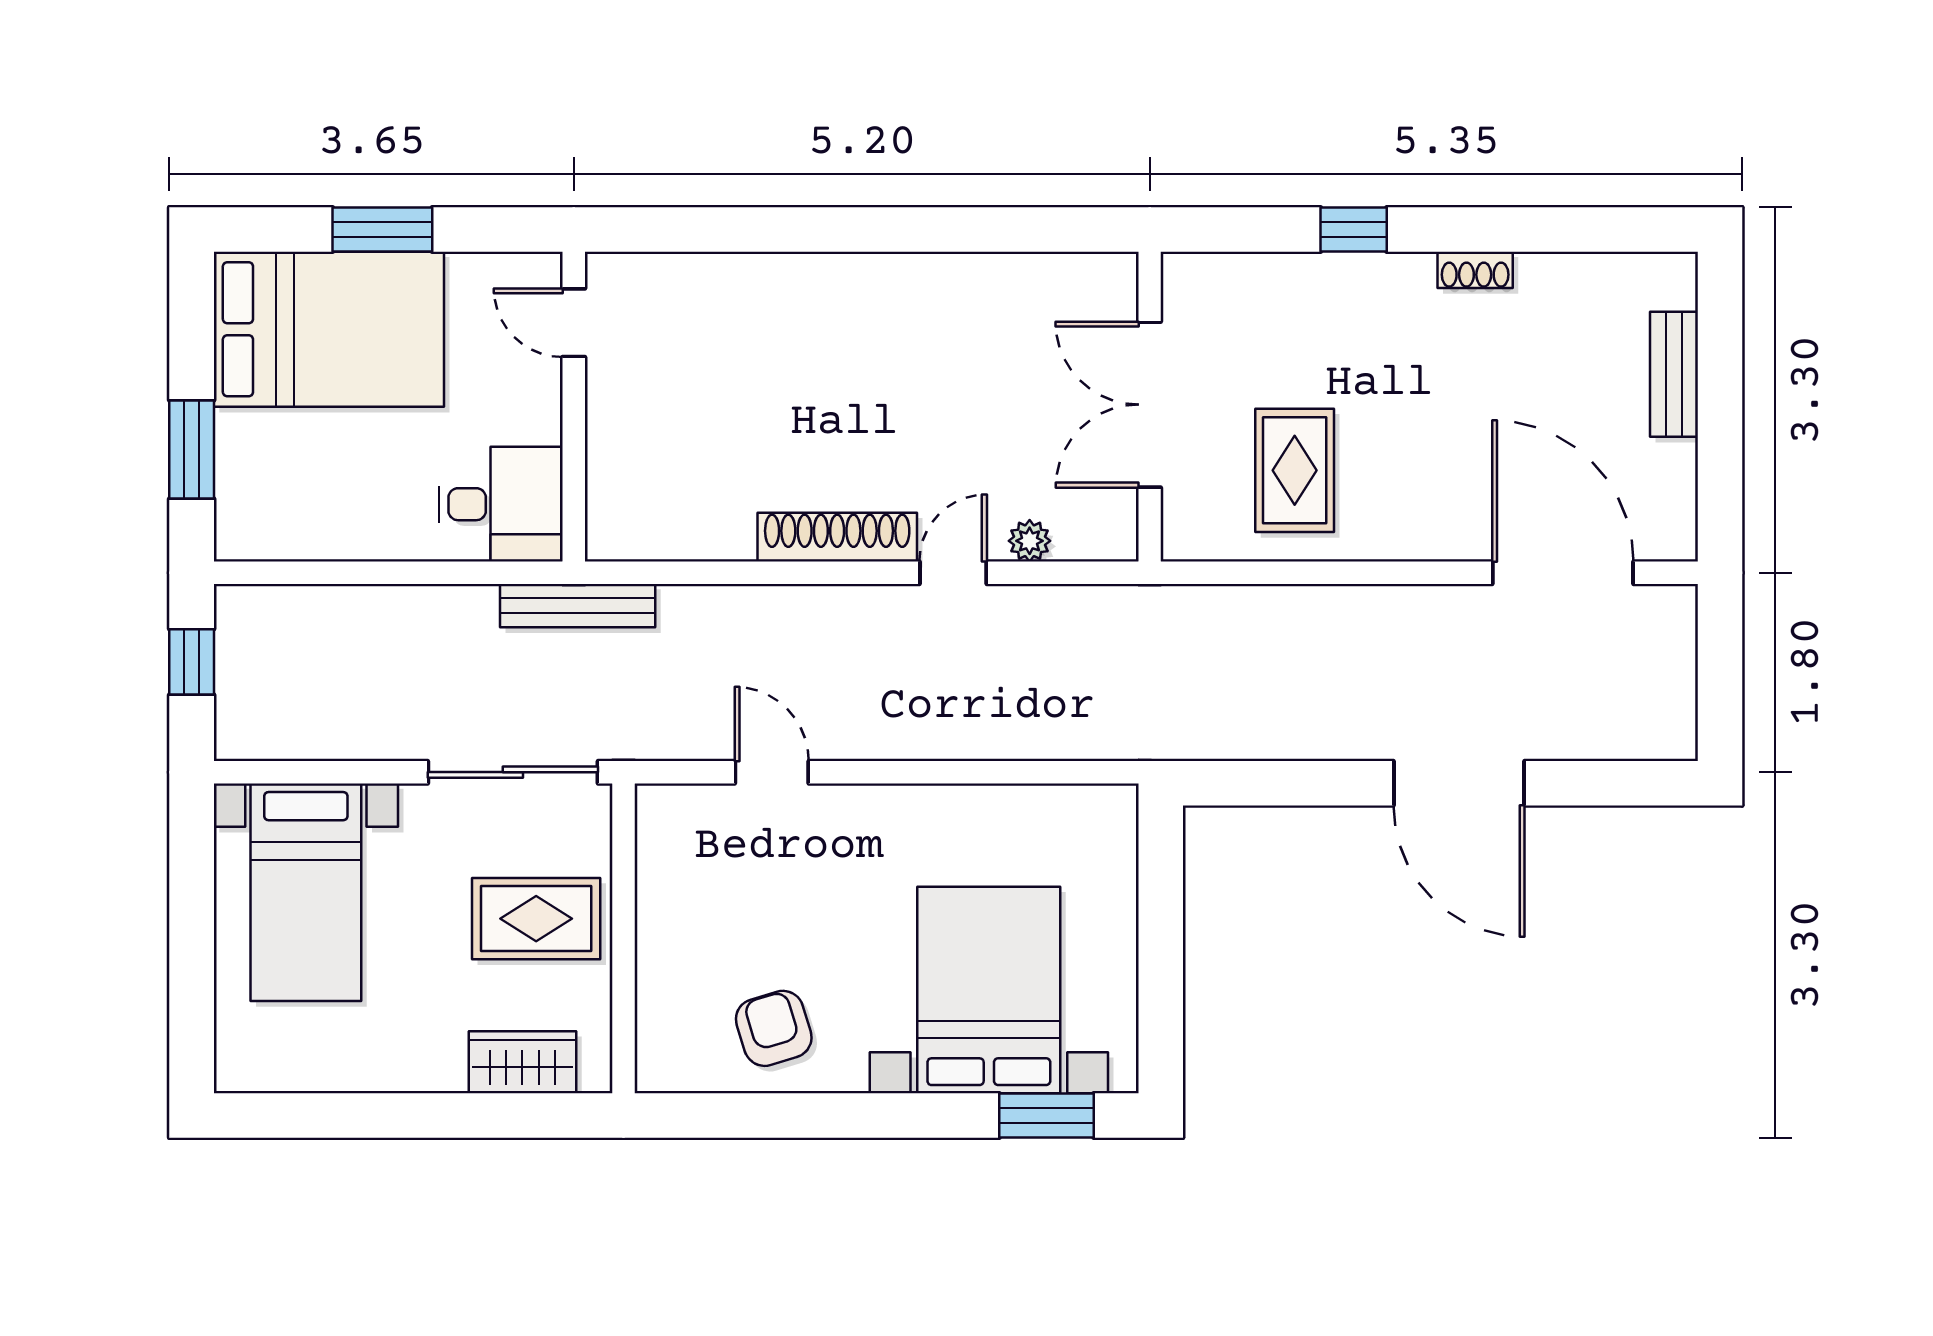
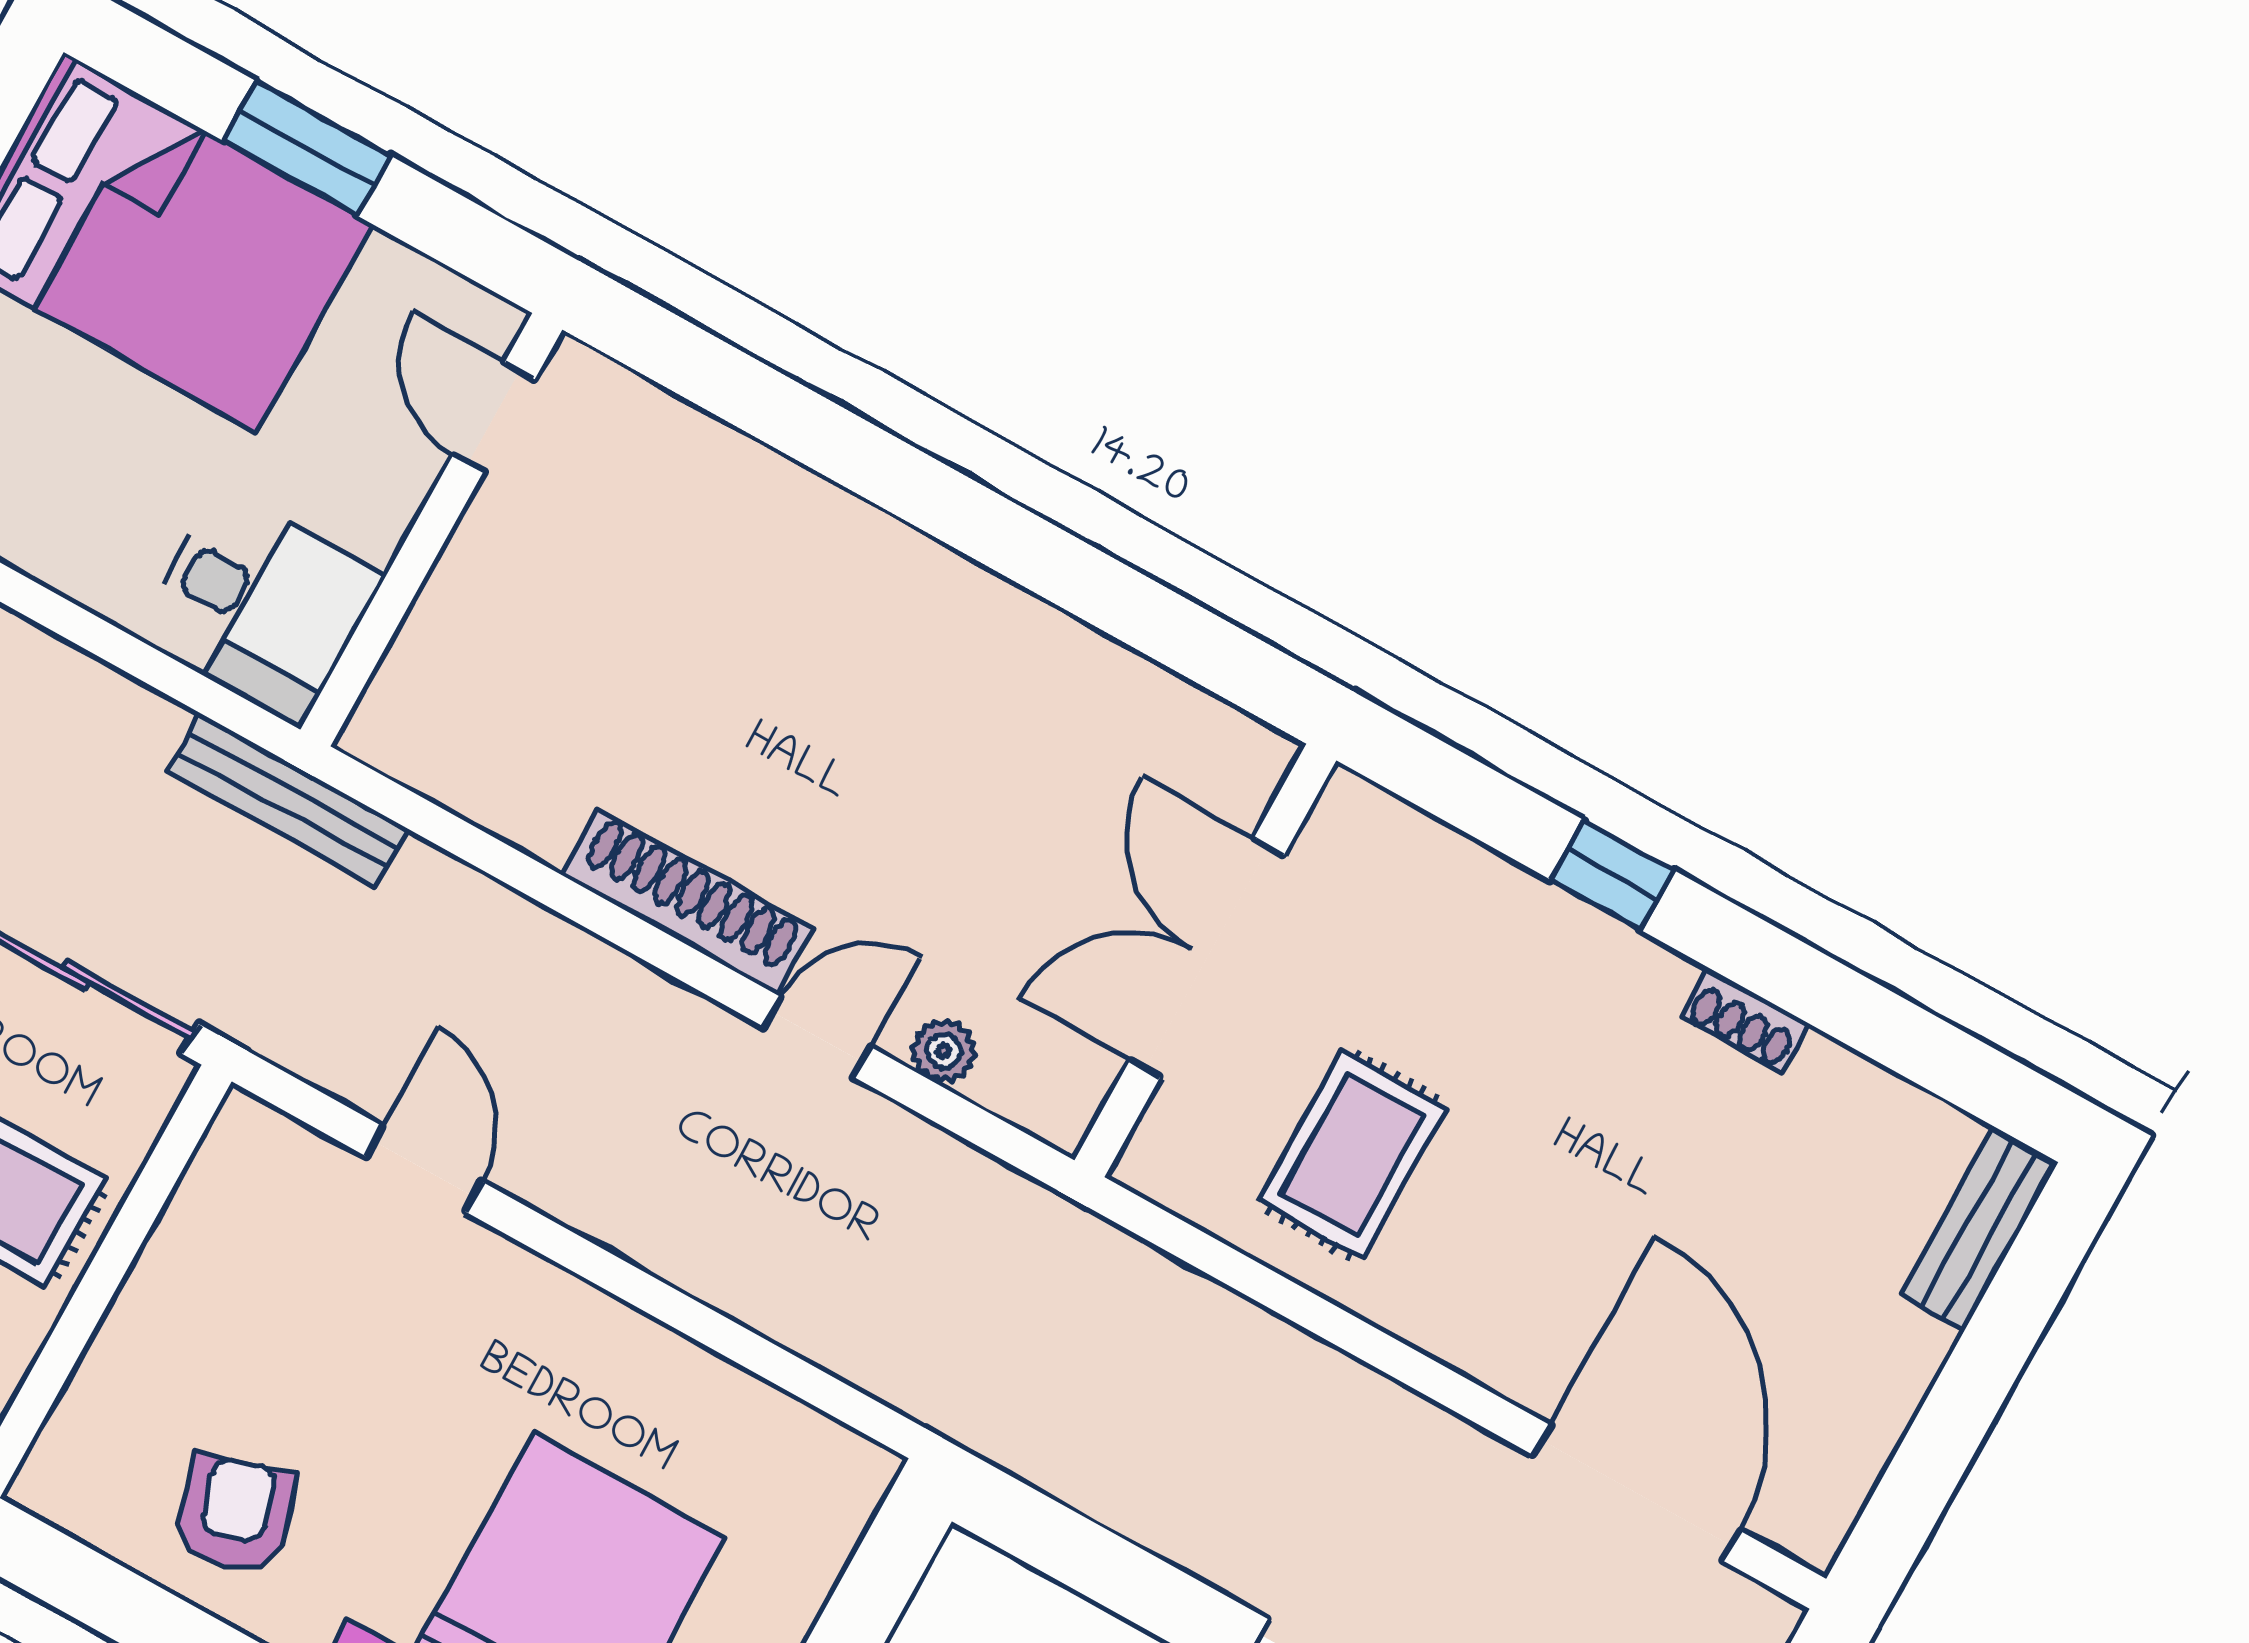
bench: (1674, 374) -> (1979, 1228), moved

